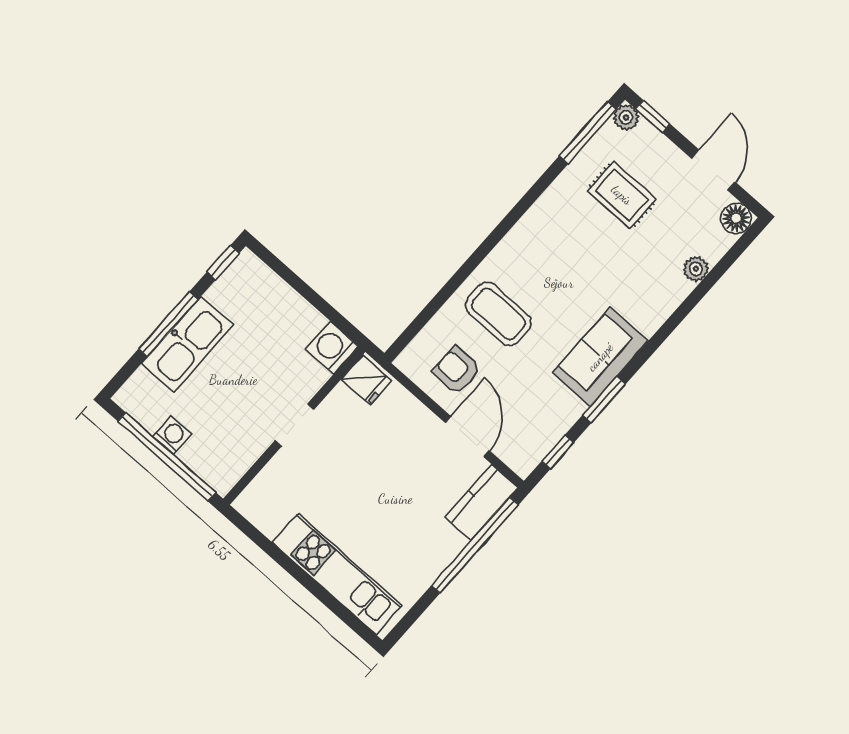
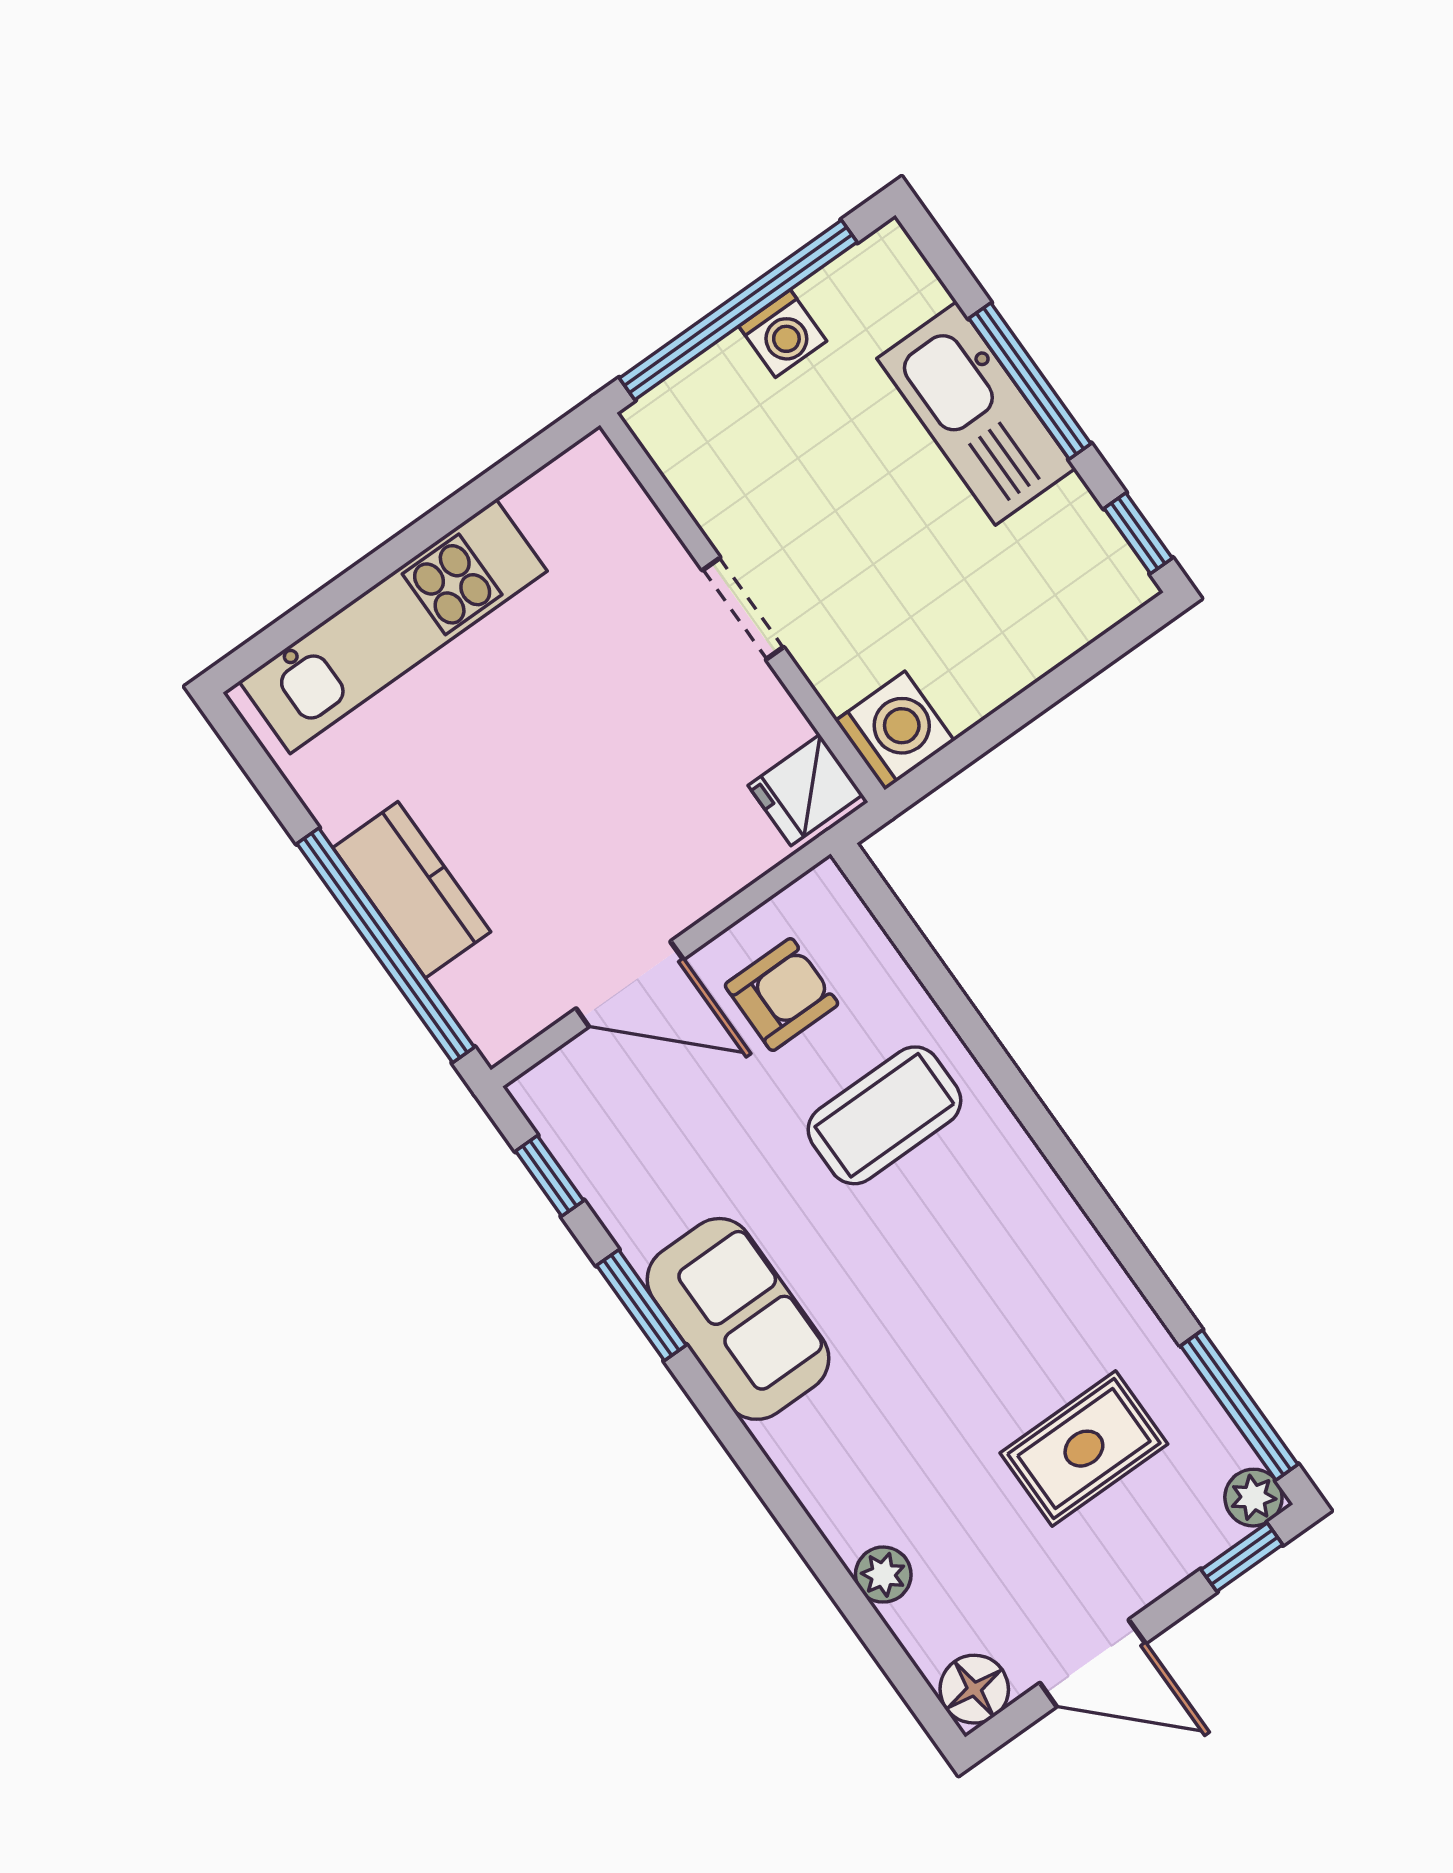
kitchen counter: (481, 502) -> (412, 890), moved

